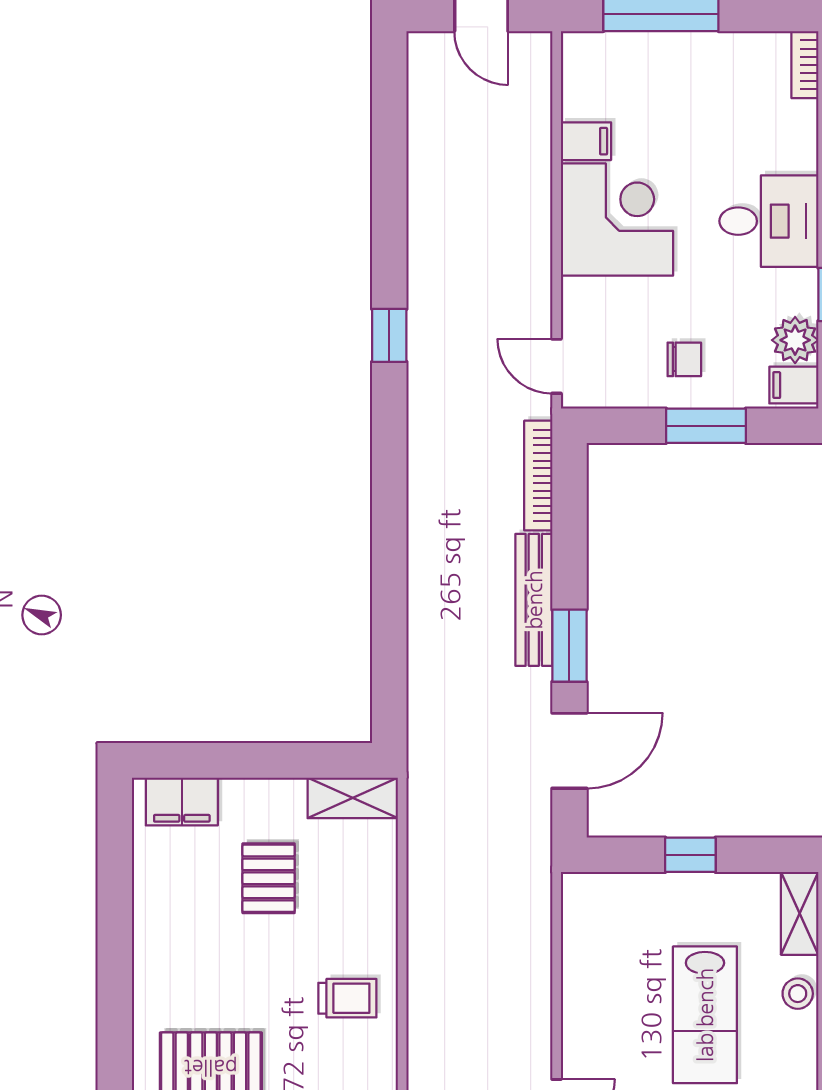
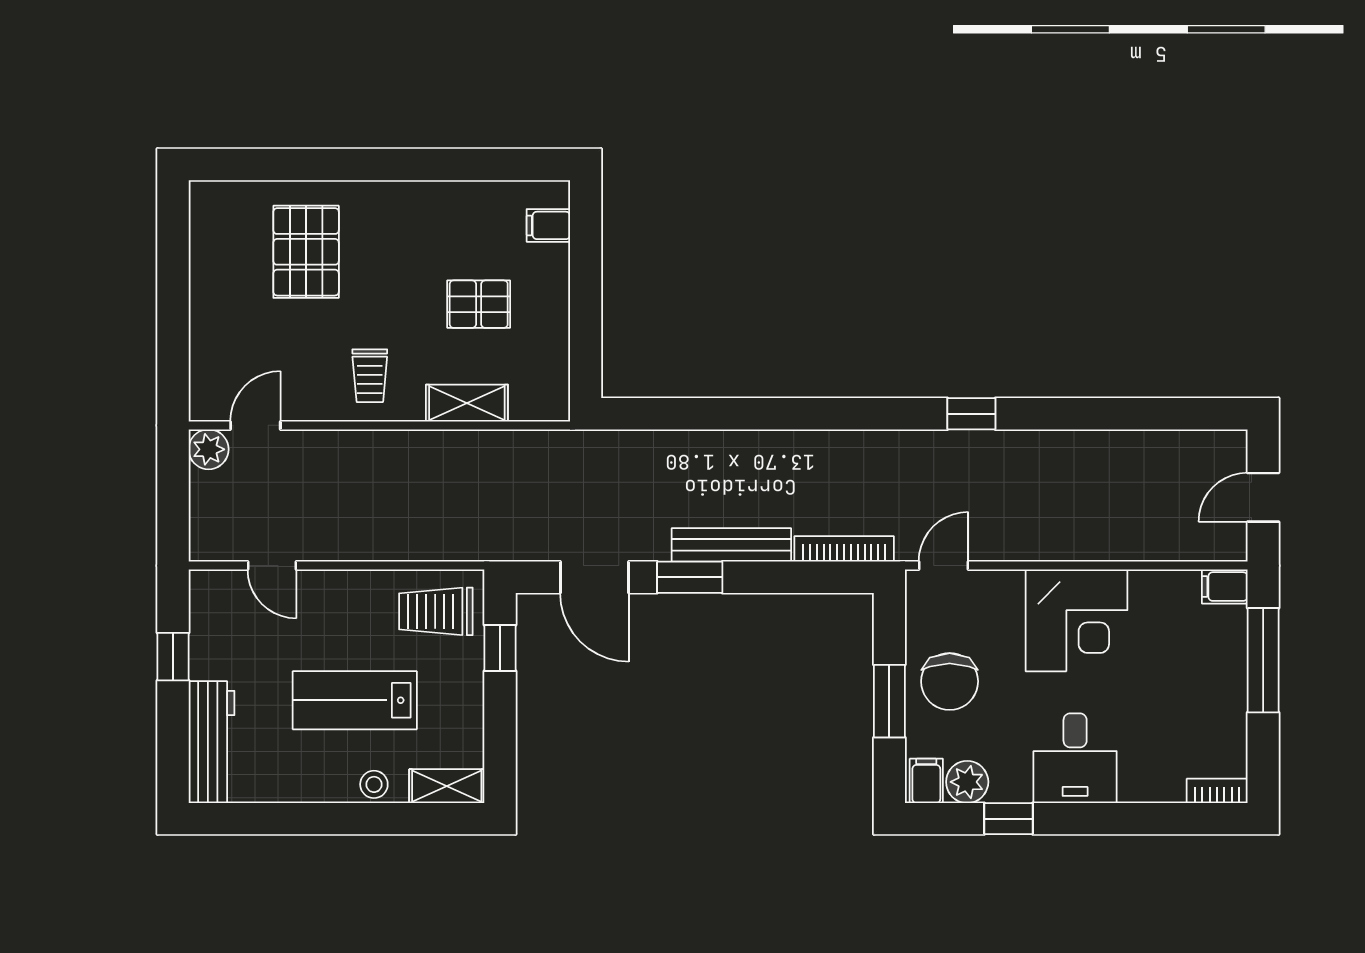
filing cabinet: (586, 141) -> (1225, 587), moved, turned 90
chair: (684, 359) -> (950, 681), width x1.87, depth x1.87
shelving: (353, 798) -> (467, 403), moved, turned 90
filing cabinet: (182, 802) -> (548, 225), width x0.50
window: (690, 855) -> (500, 648), moved
trolley: (607, 925) -> (436, 611), added

